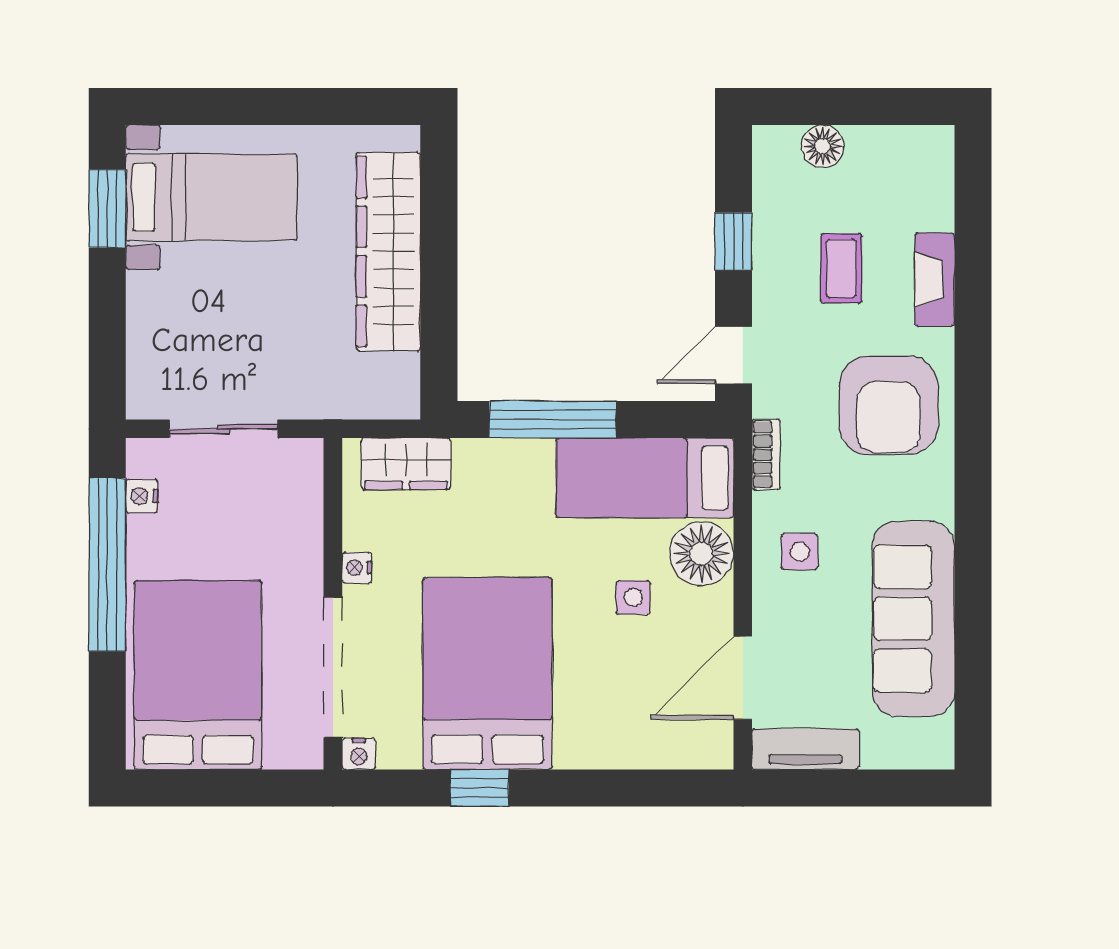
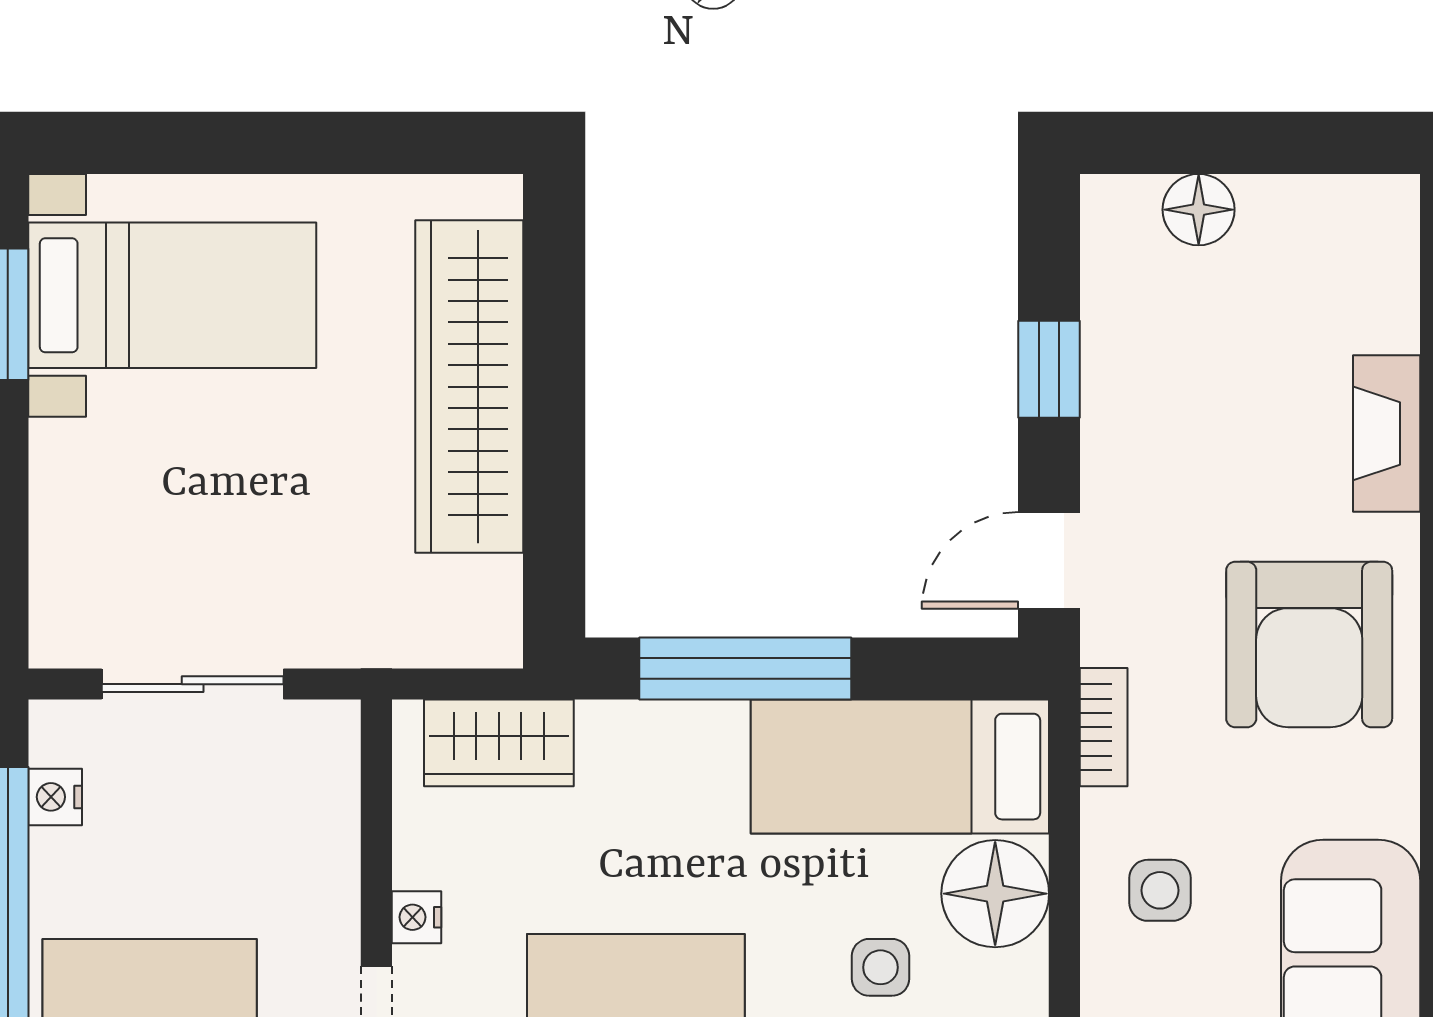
coffee table: (841, 268) -> (1230, 415), removed

